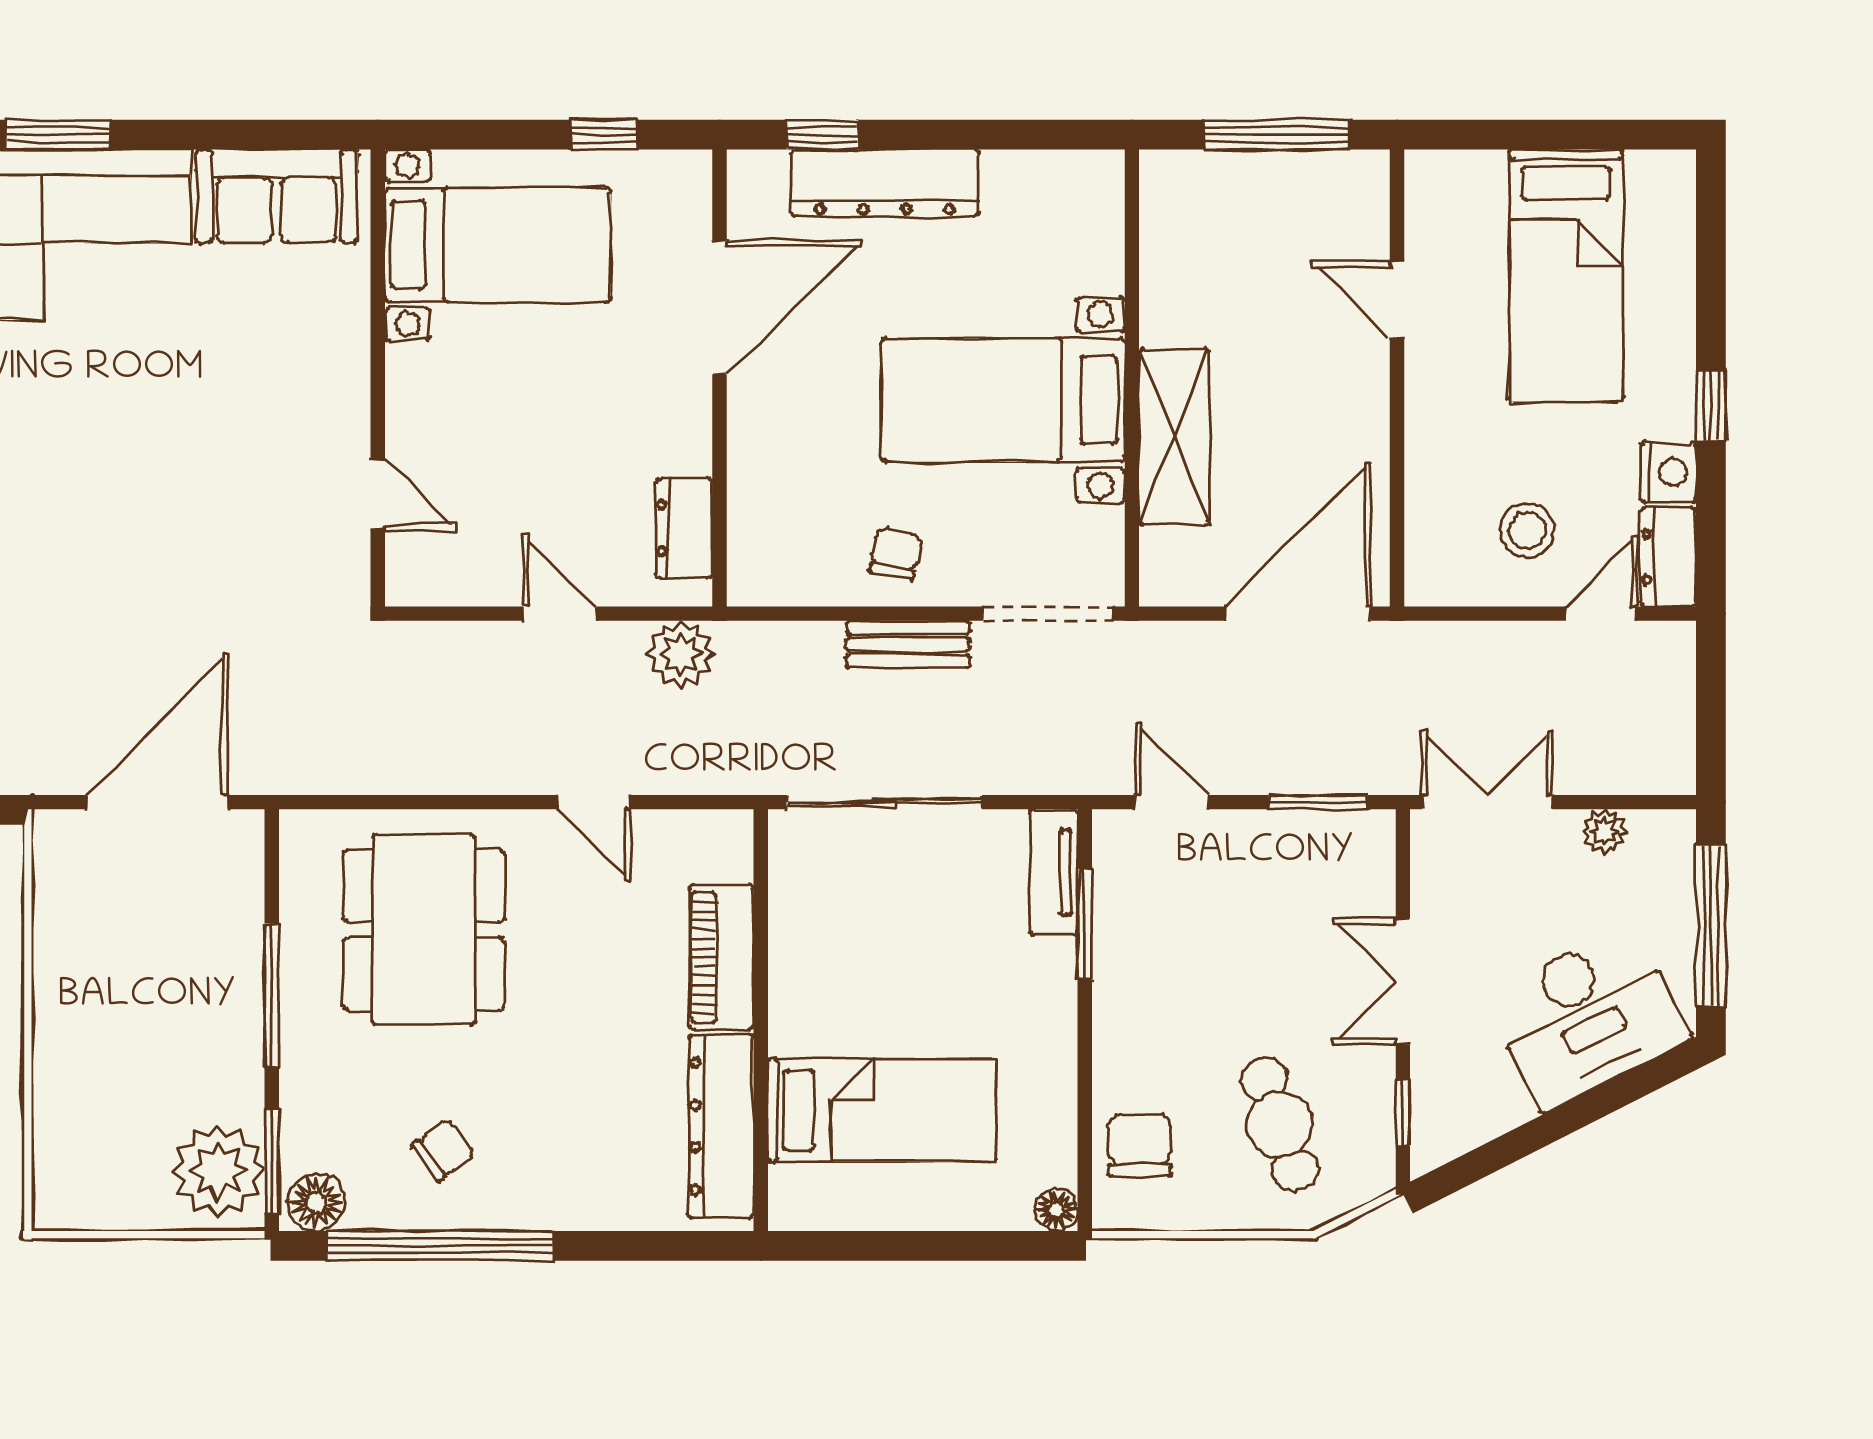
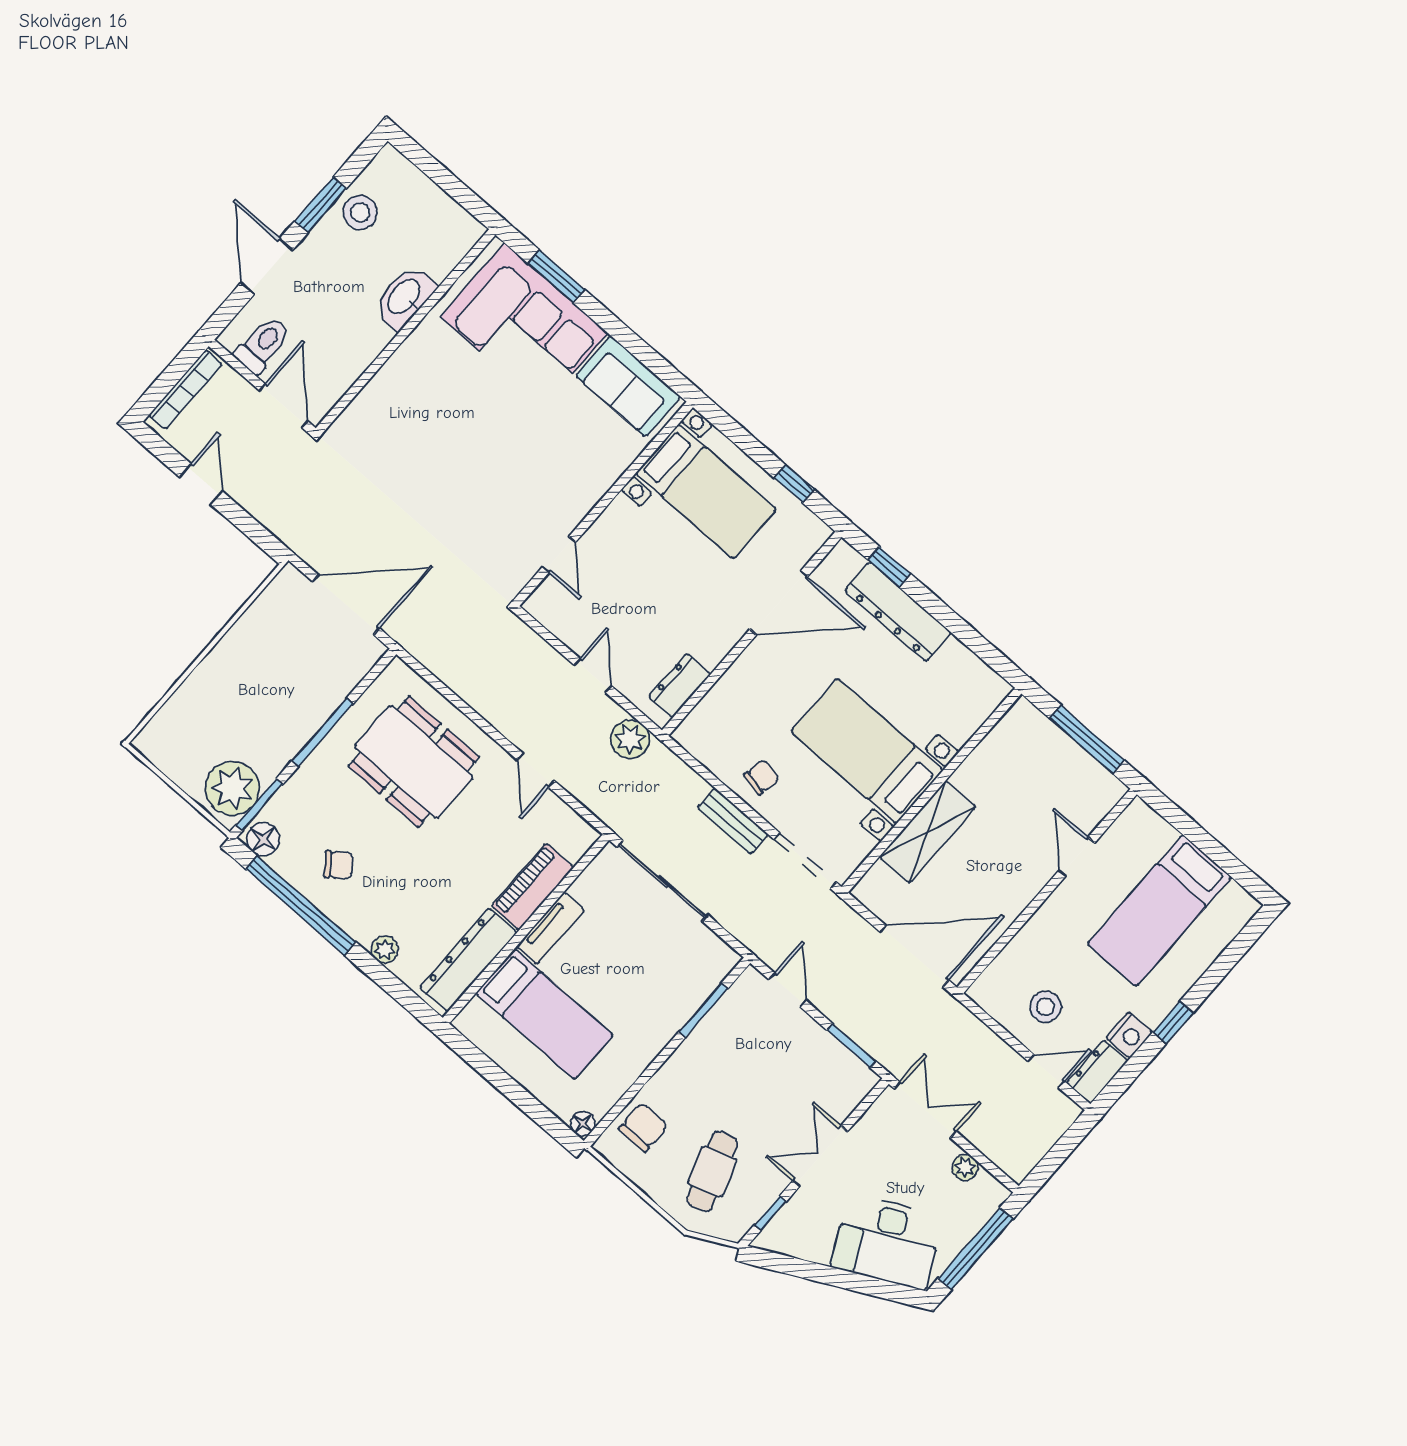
tv unit: (1054, 872) -> (550, 928), moved, turned 180
dining table: (424, 930) -> (414, 762), turned 90
plant: (600, 1208) -> (385, 950), added

